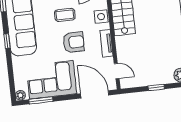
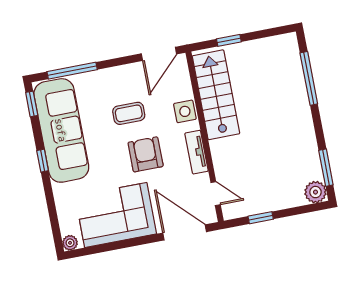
armchair: (74, 42) -> (146, 154), turned -90
window: (156, 87) -> (261, 218), moved
window: (41, 100) -> (102, 248), removed

